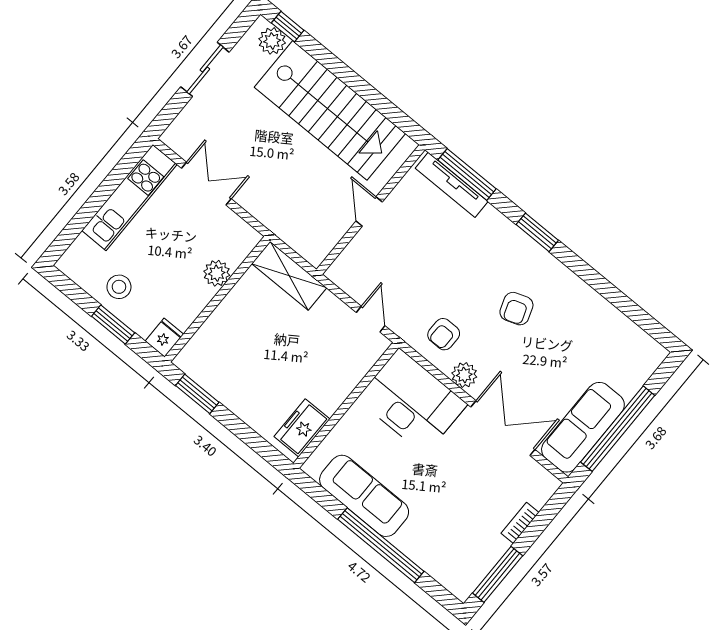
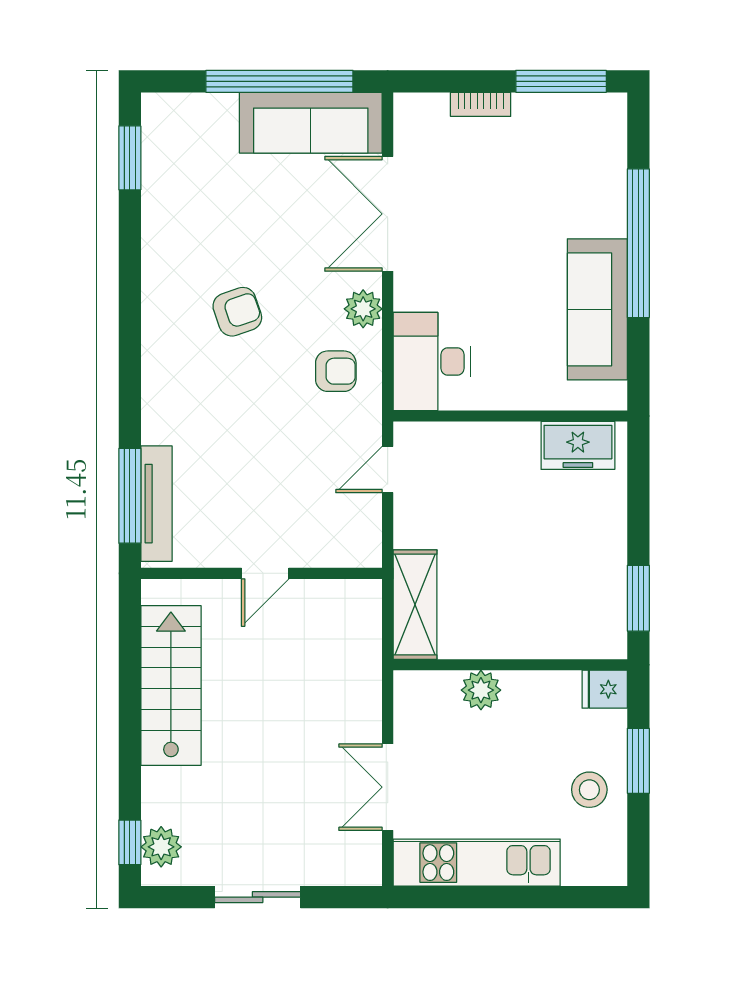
stairs: (330, 110) -> (171, 685), width x0.73, depth x0.66
window: (537, 232) -> (130, 158), moved
desk: (412, 402) -> (432, 362), width x0.73, depth x0.77

